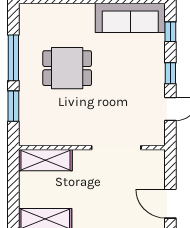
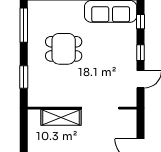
window: (13, 58) -> (24, 25), moved
shelving: (45, 160) -> (61, 117), moved

